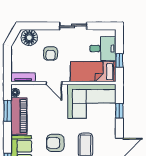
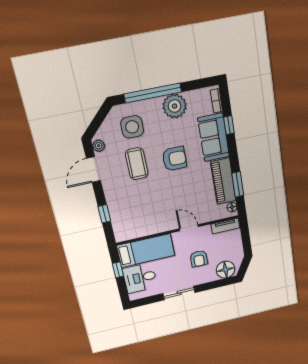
armchair: (51, 53) -> (199, 259), turned 180
corner sofa: (92, 101) -> (140, 217), removed

